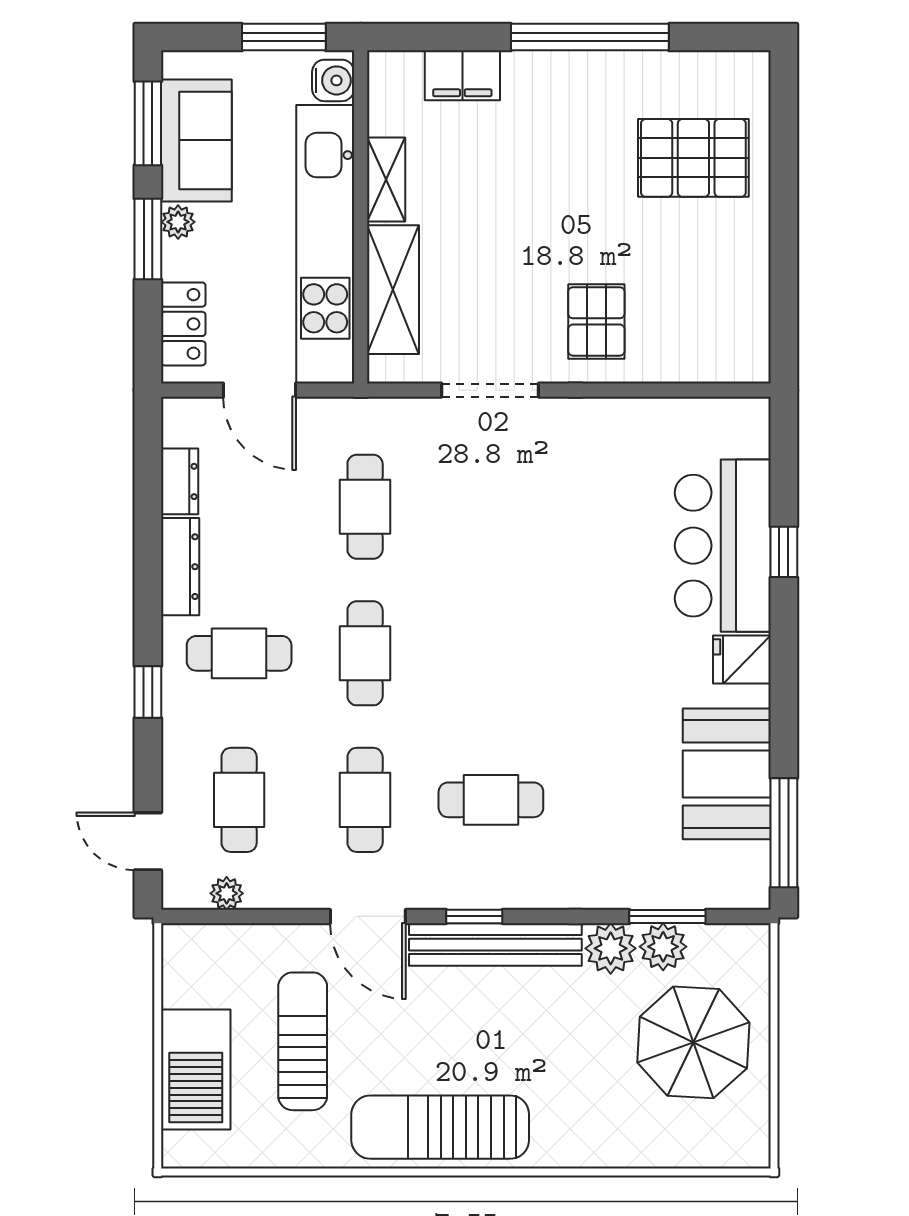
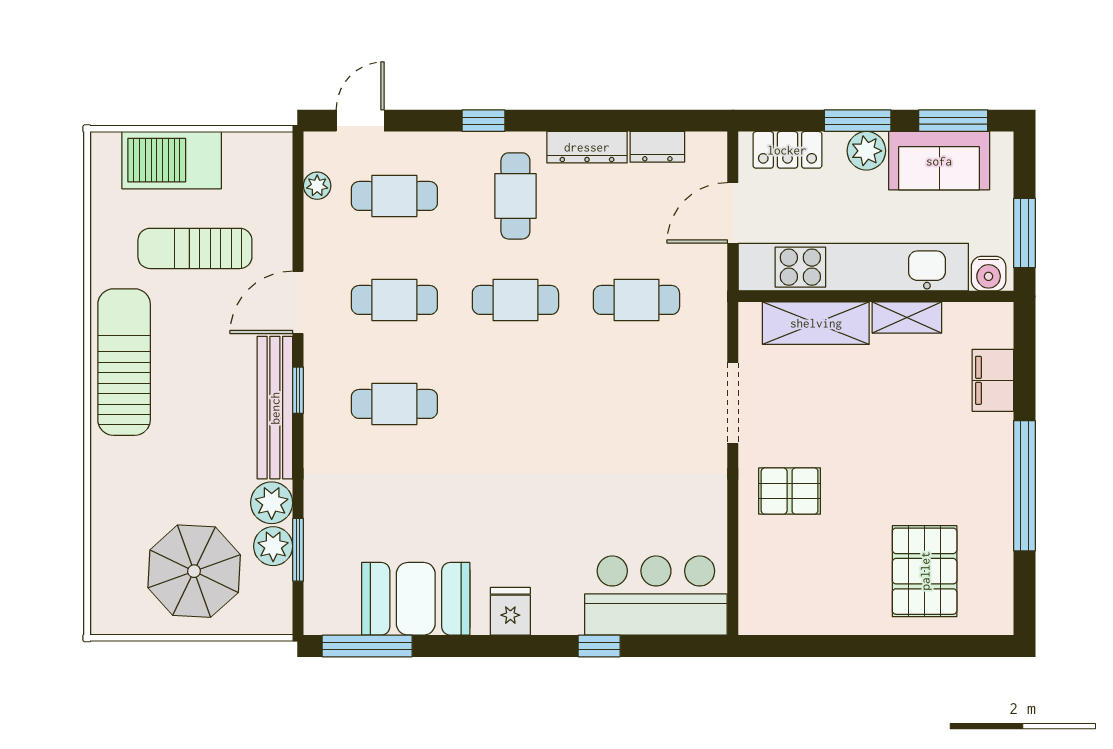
plant: (178, 222) -> (866, 151), width x1.38, depth x1.38
bar counter: (723, 546) -> (656, 595), moved
cafe table: (491, 800) -> (394, 404), turned 90
sun lounger: (303, 1041) -> (195, 248), turned 180

